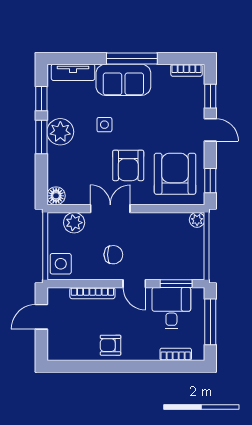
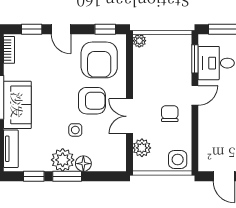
side table: (104, 125) -> (75, 130), moved
door: (210, 130) -> (61, 29), swing flipped
armchair: (175, 174) -> (99, 60), turned -90
floor lamp: (56, 196) -> (83, 164), moved
bookcase: (92, 293) -> (203, 132), removed

